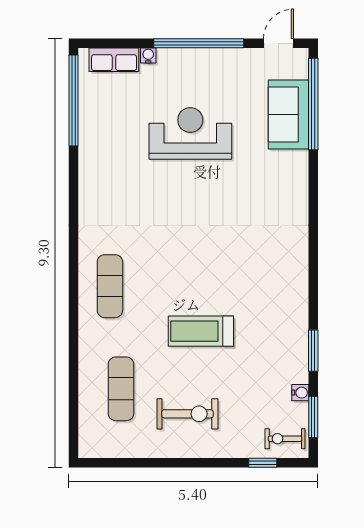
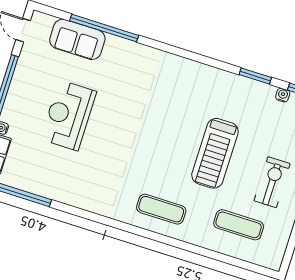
window: (313, 104) -> (104, 28), moved
treadmill: (201, 331) -> (215, 153), width x1.37, depth x1.38

